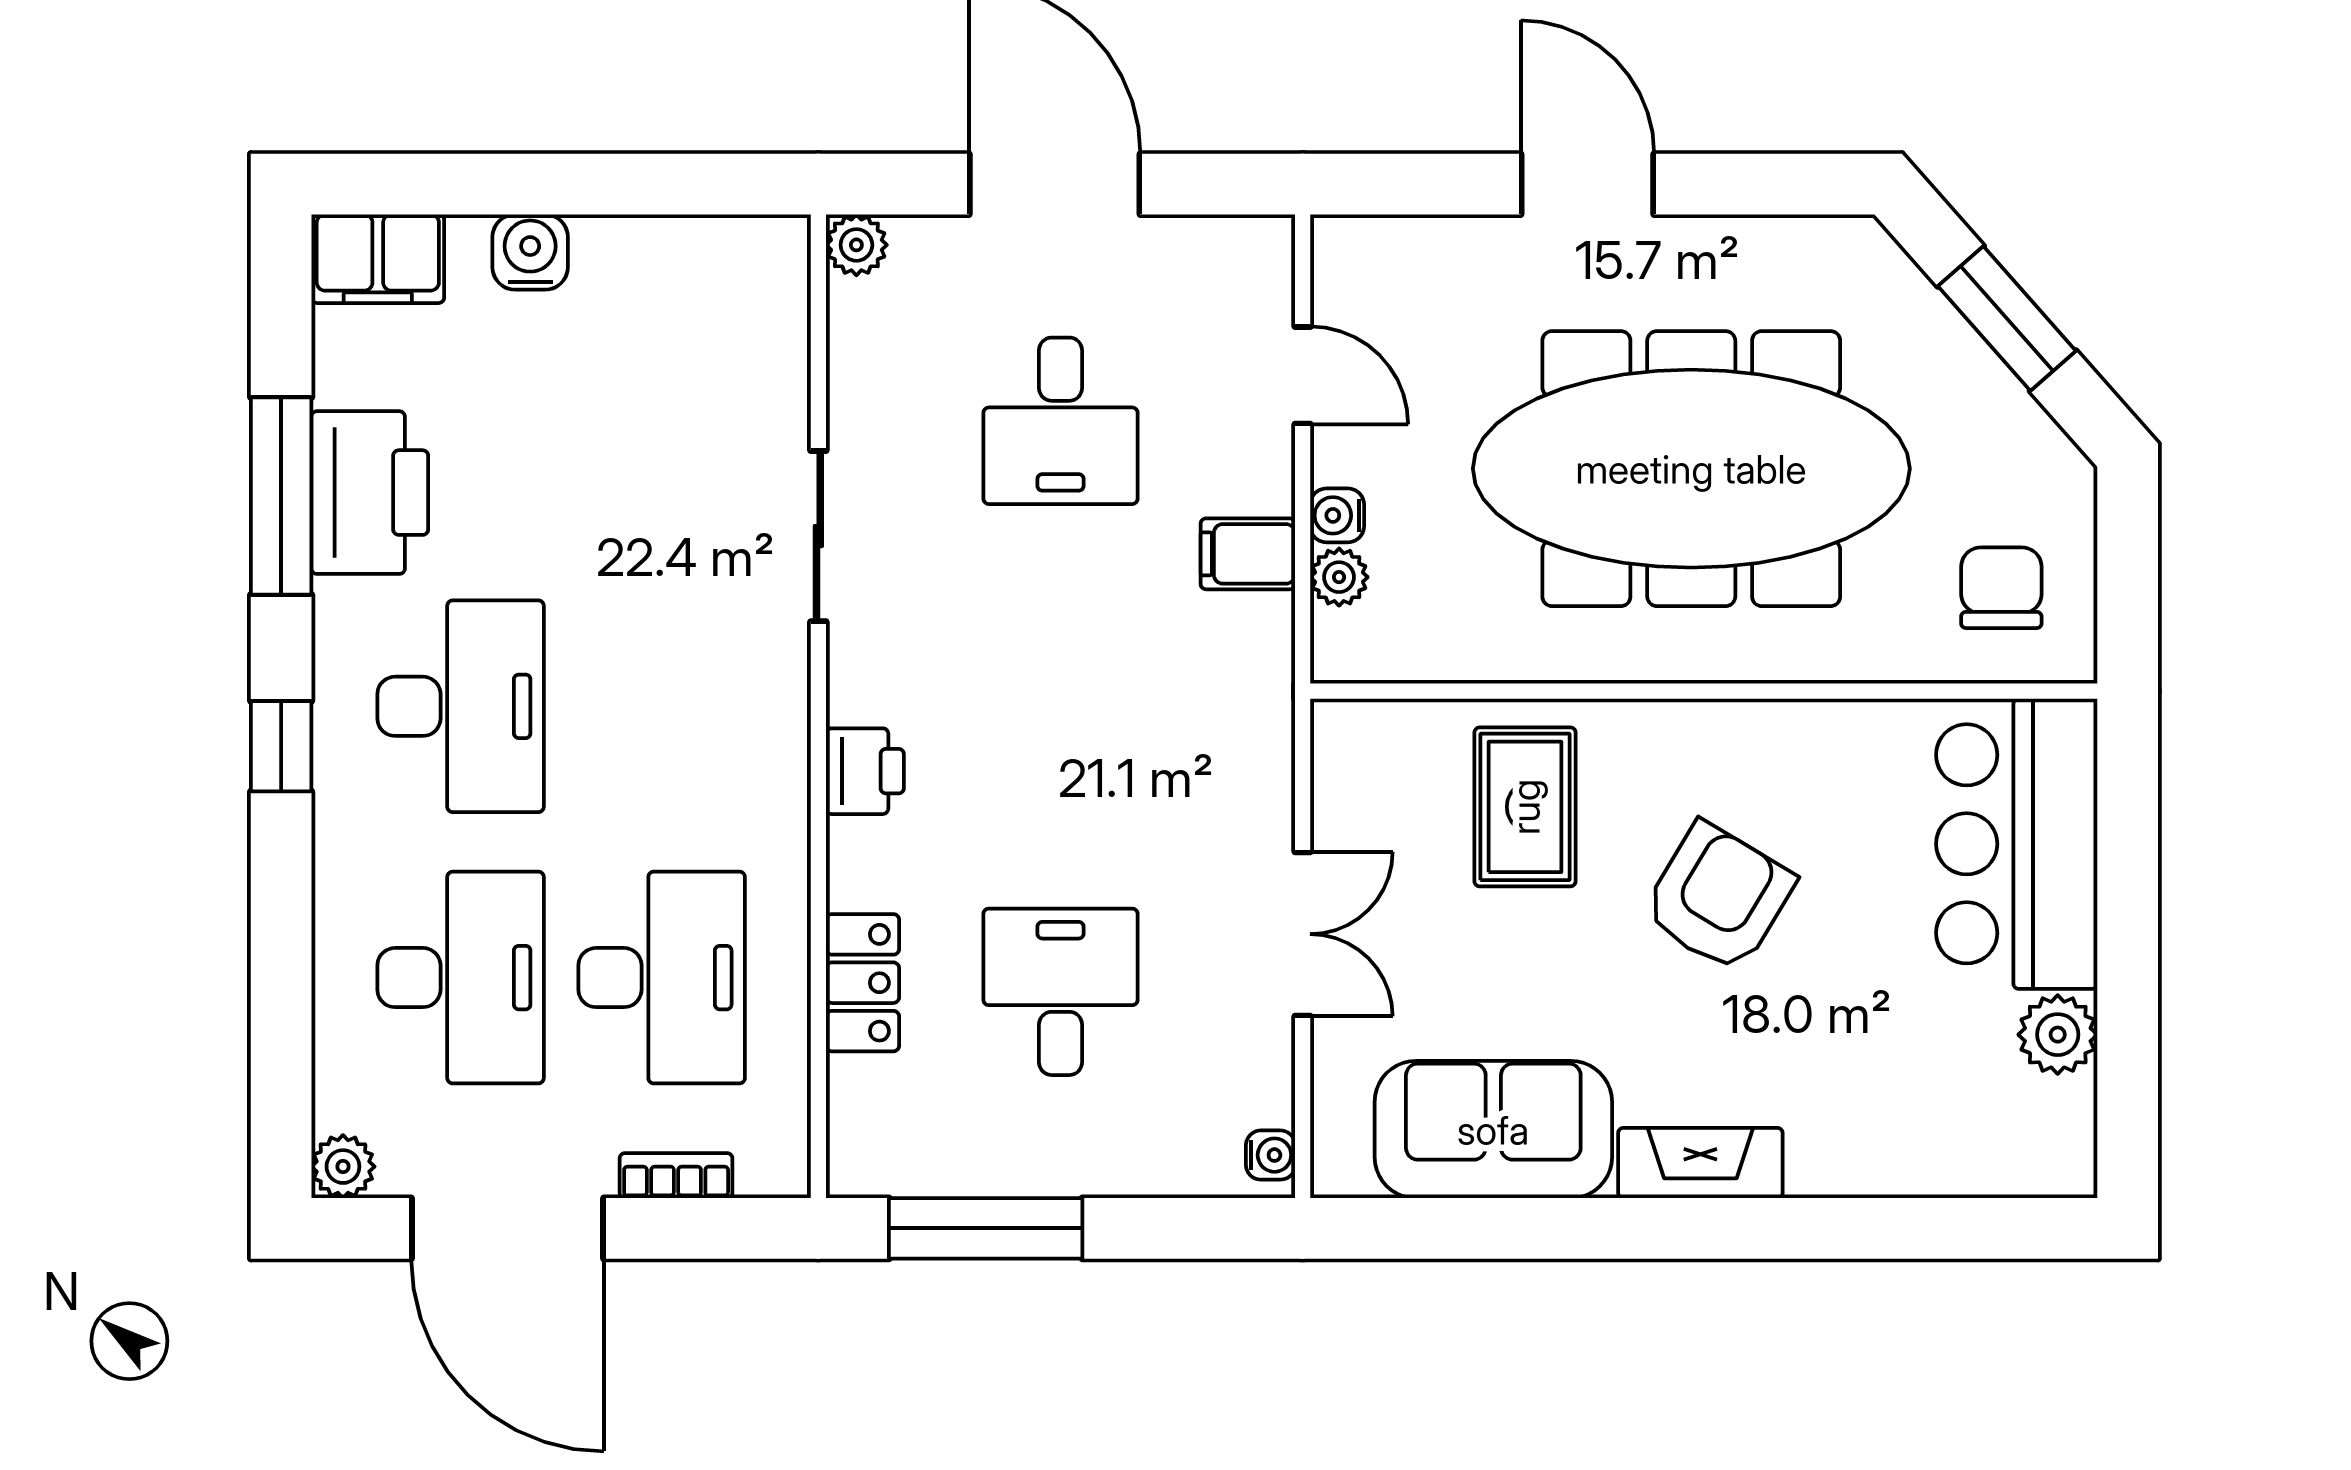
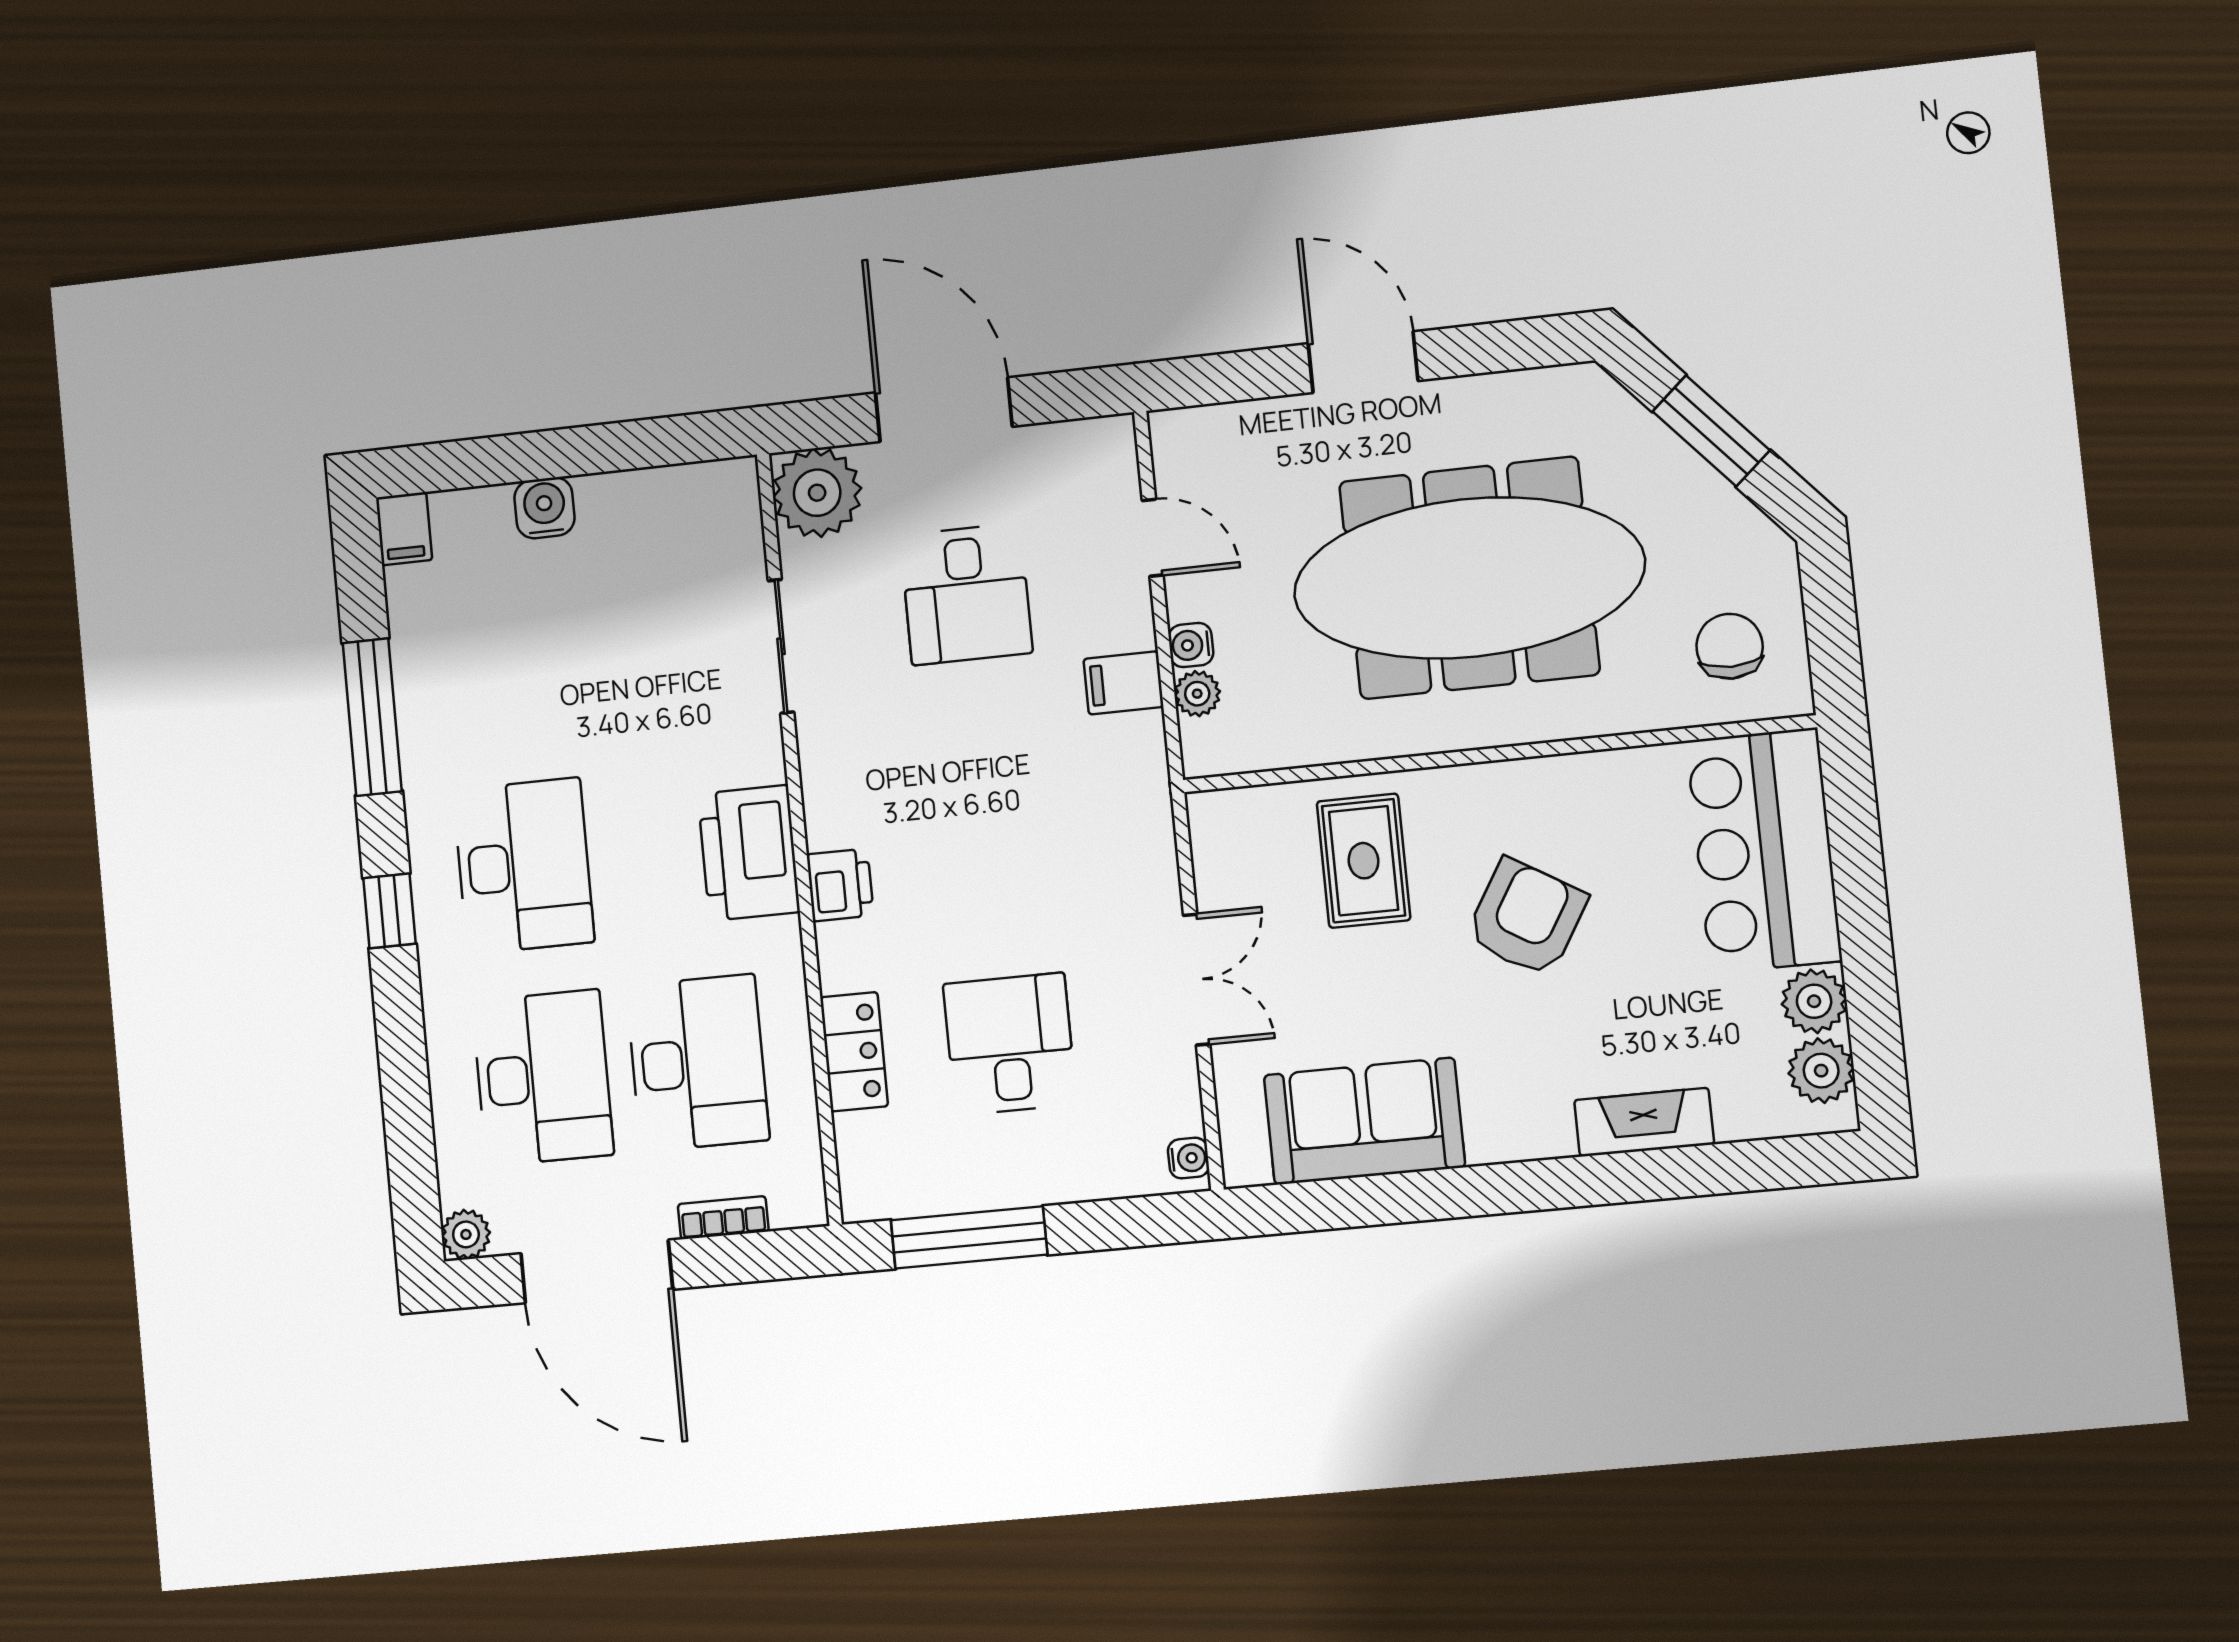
plant: (856, 245) -> (817, 493), width x1.88, depth x1.88
filing cabinet: (378, 259) -> (404, 529), width x0.50
printer: (370, 493) -> (749, 853), moved, turned 180
sliding door: (818, 536) -> (781, 646), moved
plant: (2057, 1120) -> (1821, 1071), added
fireplace: (1700, 1163) -> (1644, 1122), moved

